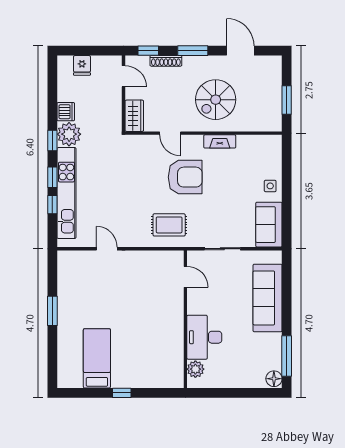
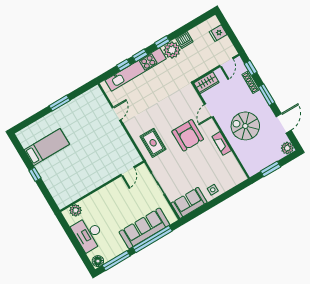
plant: (273, 64) -> (287, 148), added
window: (287, 296) -> (152, 239), added
desk: (204, 337) -> (88, 234), moved, turned -90

